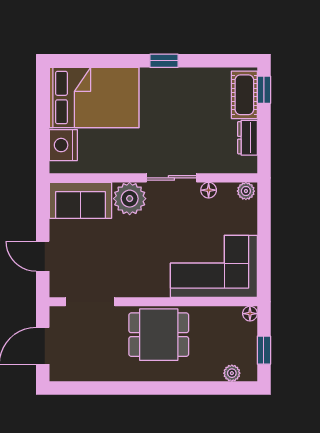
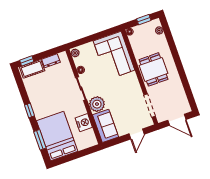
window: (99, 61) -> (40, 140), added
nightstand: (63, 145) -> (84, 123), moved, turned -90

